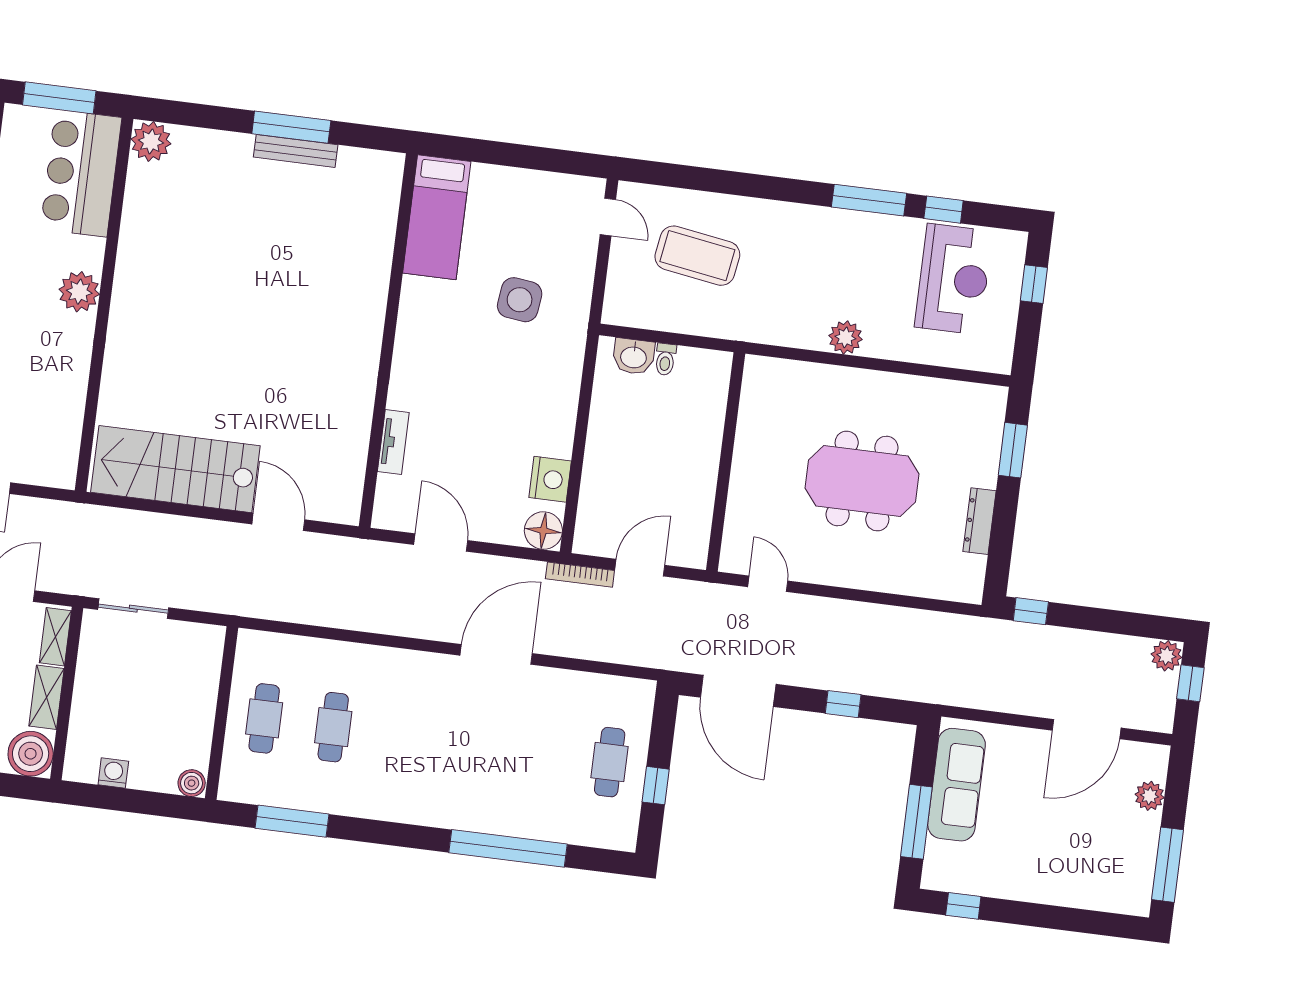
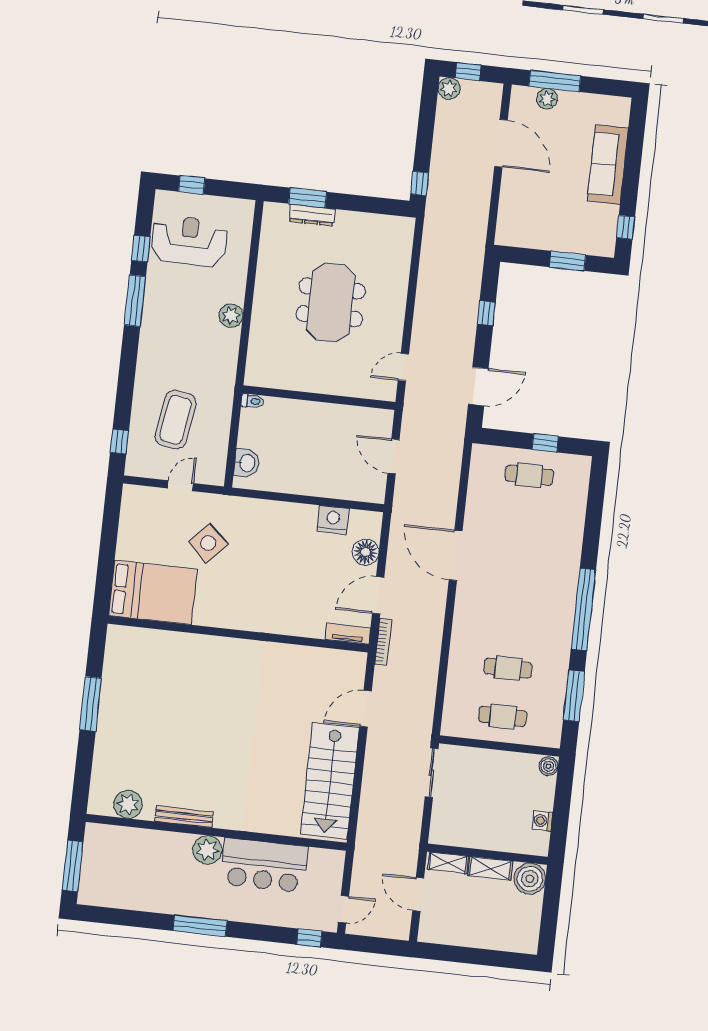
plant: (151, 141) -> (128, 804), moved
bench: (296, 151) -> (184, 817), moved, turned 90
bar counter: (81, 173) -> (264, 865), moved
window: (667, 175) -> (119, 442), added
bed: (437, 217) -> (153, 592), width x1.50
door: (608, 217) -> (181, 486), moved
side table: (520, 300) -> (208, 543), turned 36
toilet: (665, 359) -> (252, 401), moved
tv unit: (393, 442) -> (348, 634), moved
dresser: (980, 521) -> (312, 215), moved
floor lamp: (543, 531) -> (366, 552), moved
bookcase: (580, 575) -> (383, 642), moved
sliding door: (133, 609) -> (432, 773), moved
door: (738, 691) -> (478, 386), width x0.73
sofa: (957, 785) -> (608, 164), moved, turned -90
window: (916, 822) -> (568, 261), width x0.69
window: (508, 848) -> (583, 609), moved
window: (1167, 865) -> (555, 81), moved

